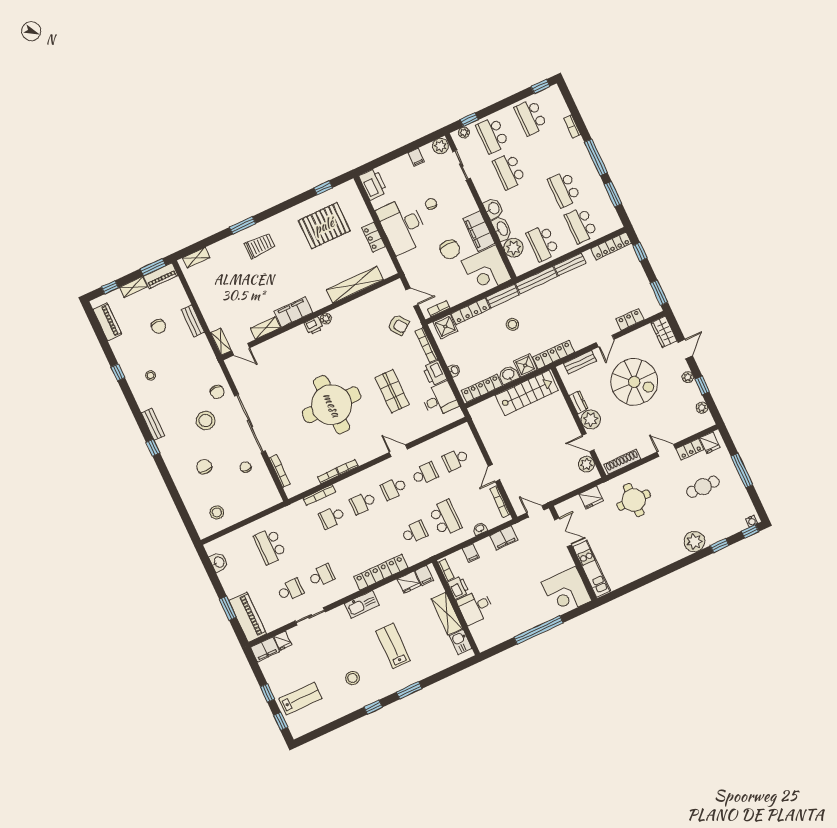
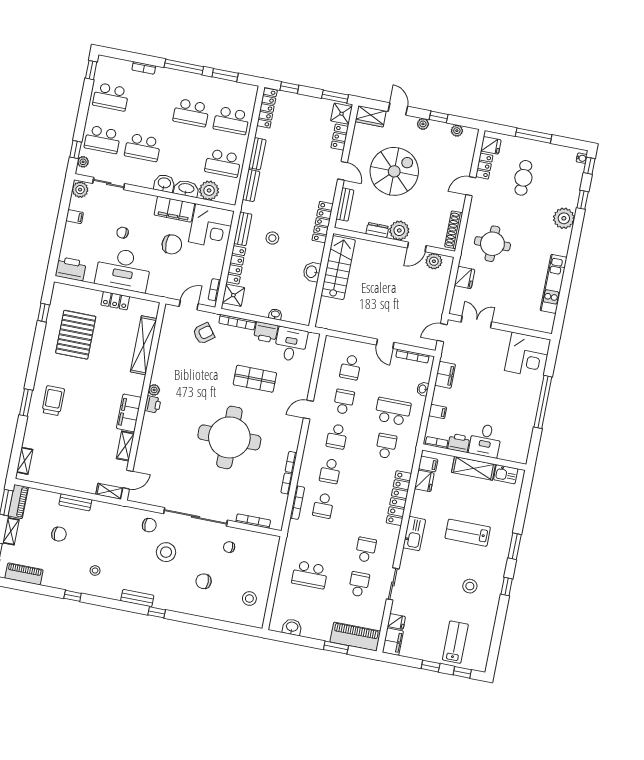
bench: (536, 280) -> (251, 185), width x0.73
shower: (525, 365) -> (341, 114), moved
locker: (482, 388) -> (307, 302), removed
kitchen unit: (592, 569) -> (554, 284), moved, turned -90

